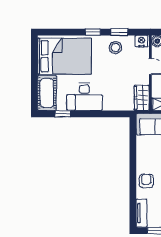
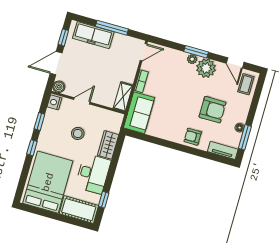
stool: (115, 48) -> (78, 133), moved
wardrobe: (142, 98) -> (108, 145), moved, turned 90

